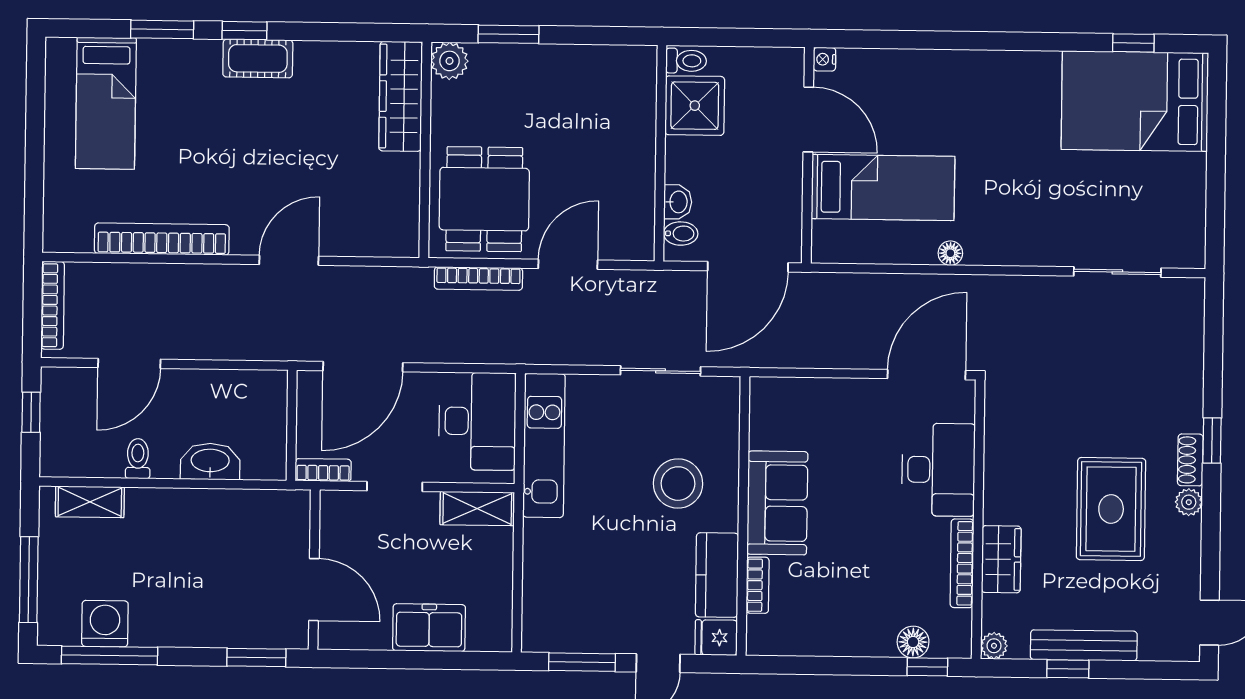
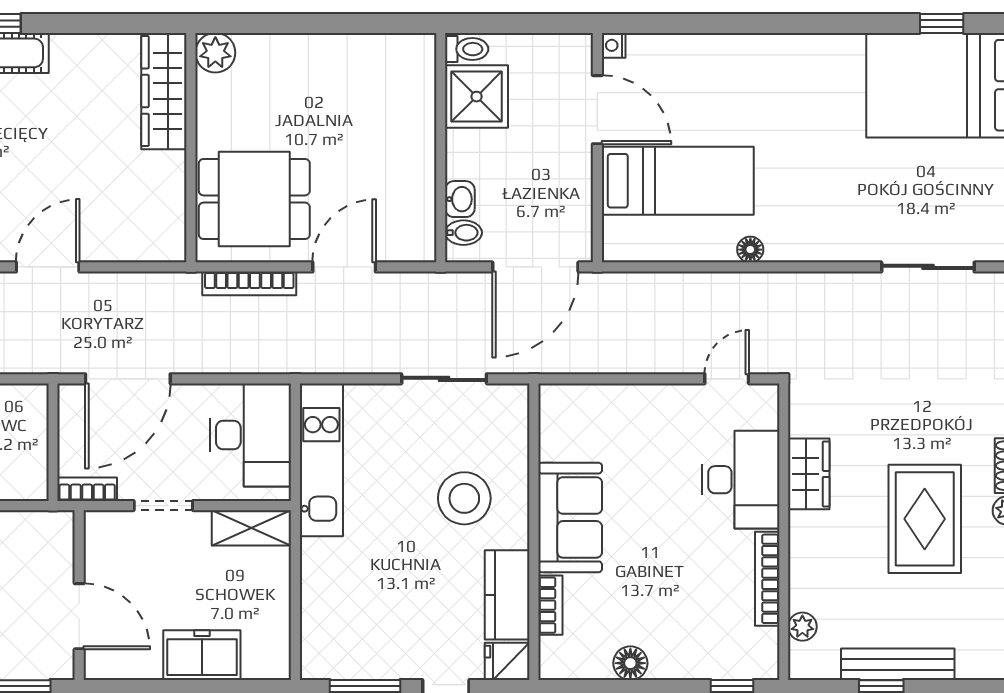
window: (509, 34) -> (278, 24), removed
dining table: (484, 199) -> (254, 199), turned 90
door: (926, 375) -> (727, 379), width x0.53
wardrobe: (1001, 559) -> (809, 474), moved
floor lamp: (913, 642) -> (630, 663), moved
plant: (994, 646) -> (802, 627), moved

